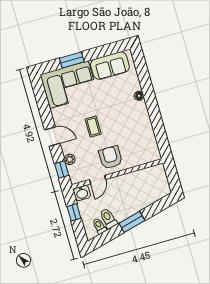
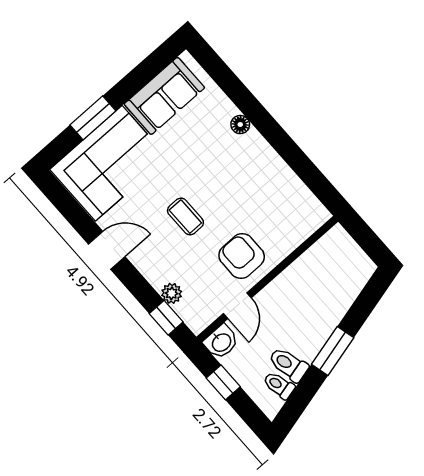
door: (52, 137) -> (107, 250), moved

